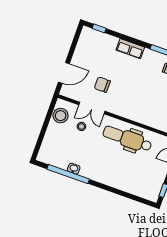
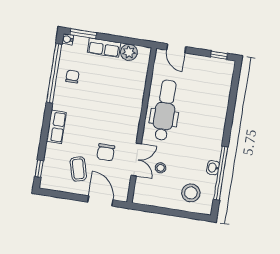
coffee table: (93, 60) -> (78, 169), added
stool: (61, 116) -> (191, 193), moved
dental chair: (127, 139) -> (165, 110), turned 180

